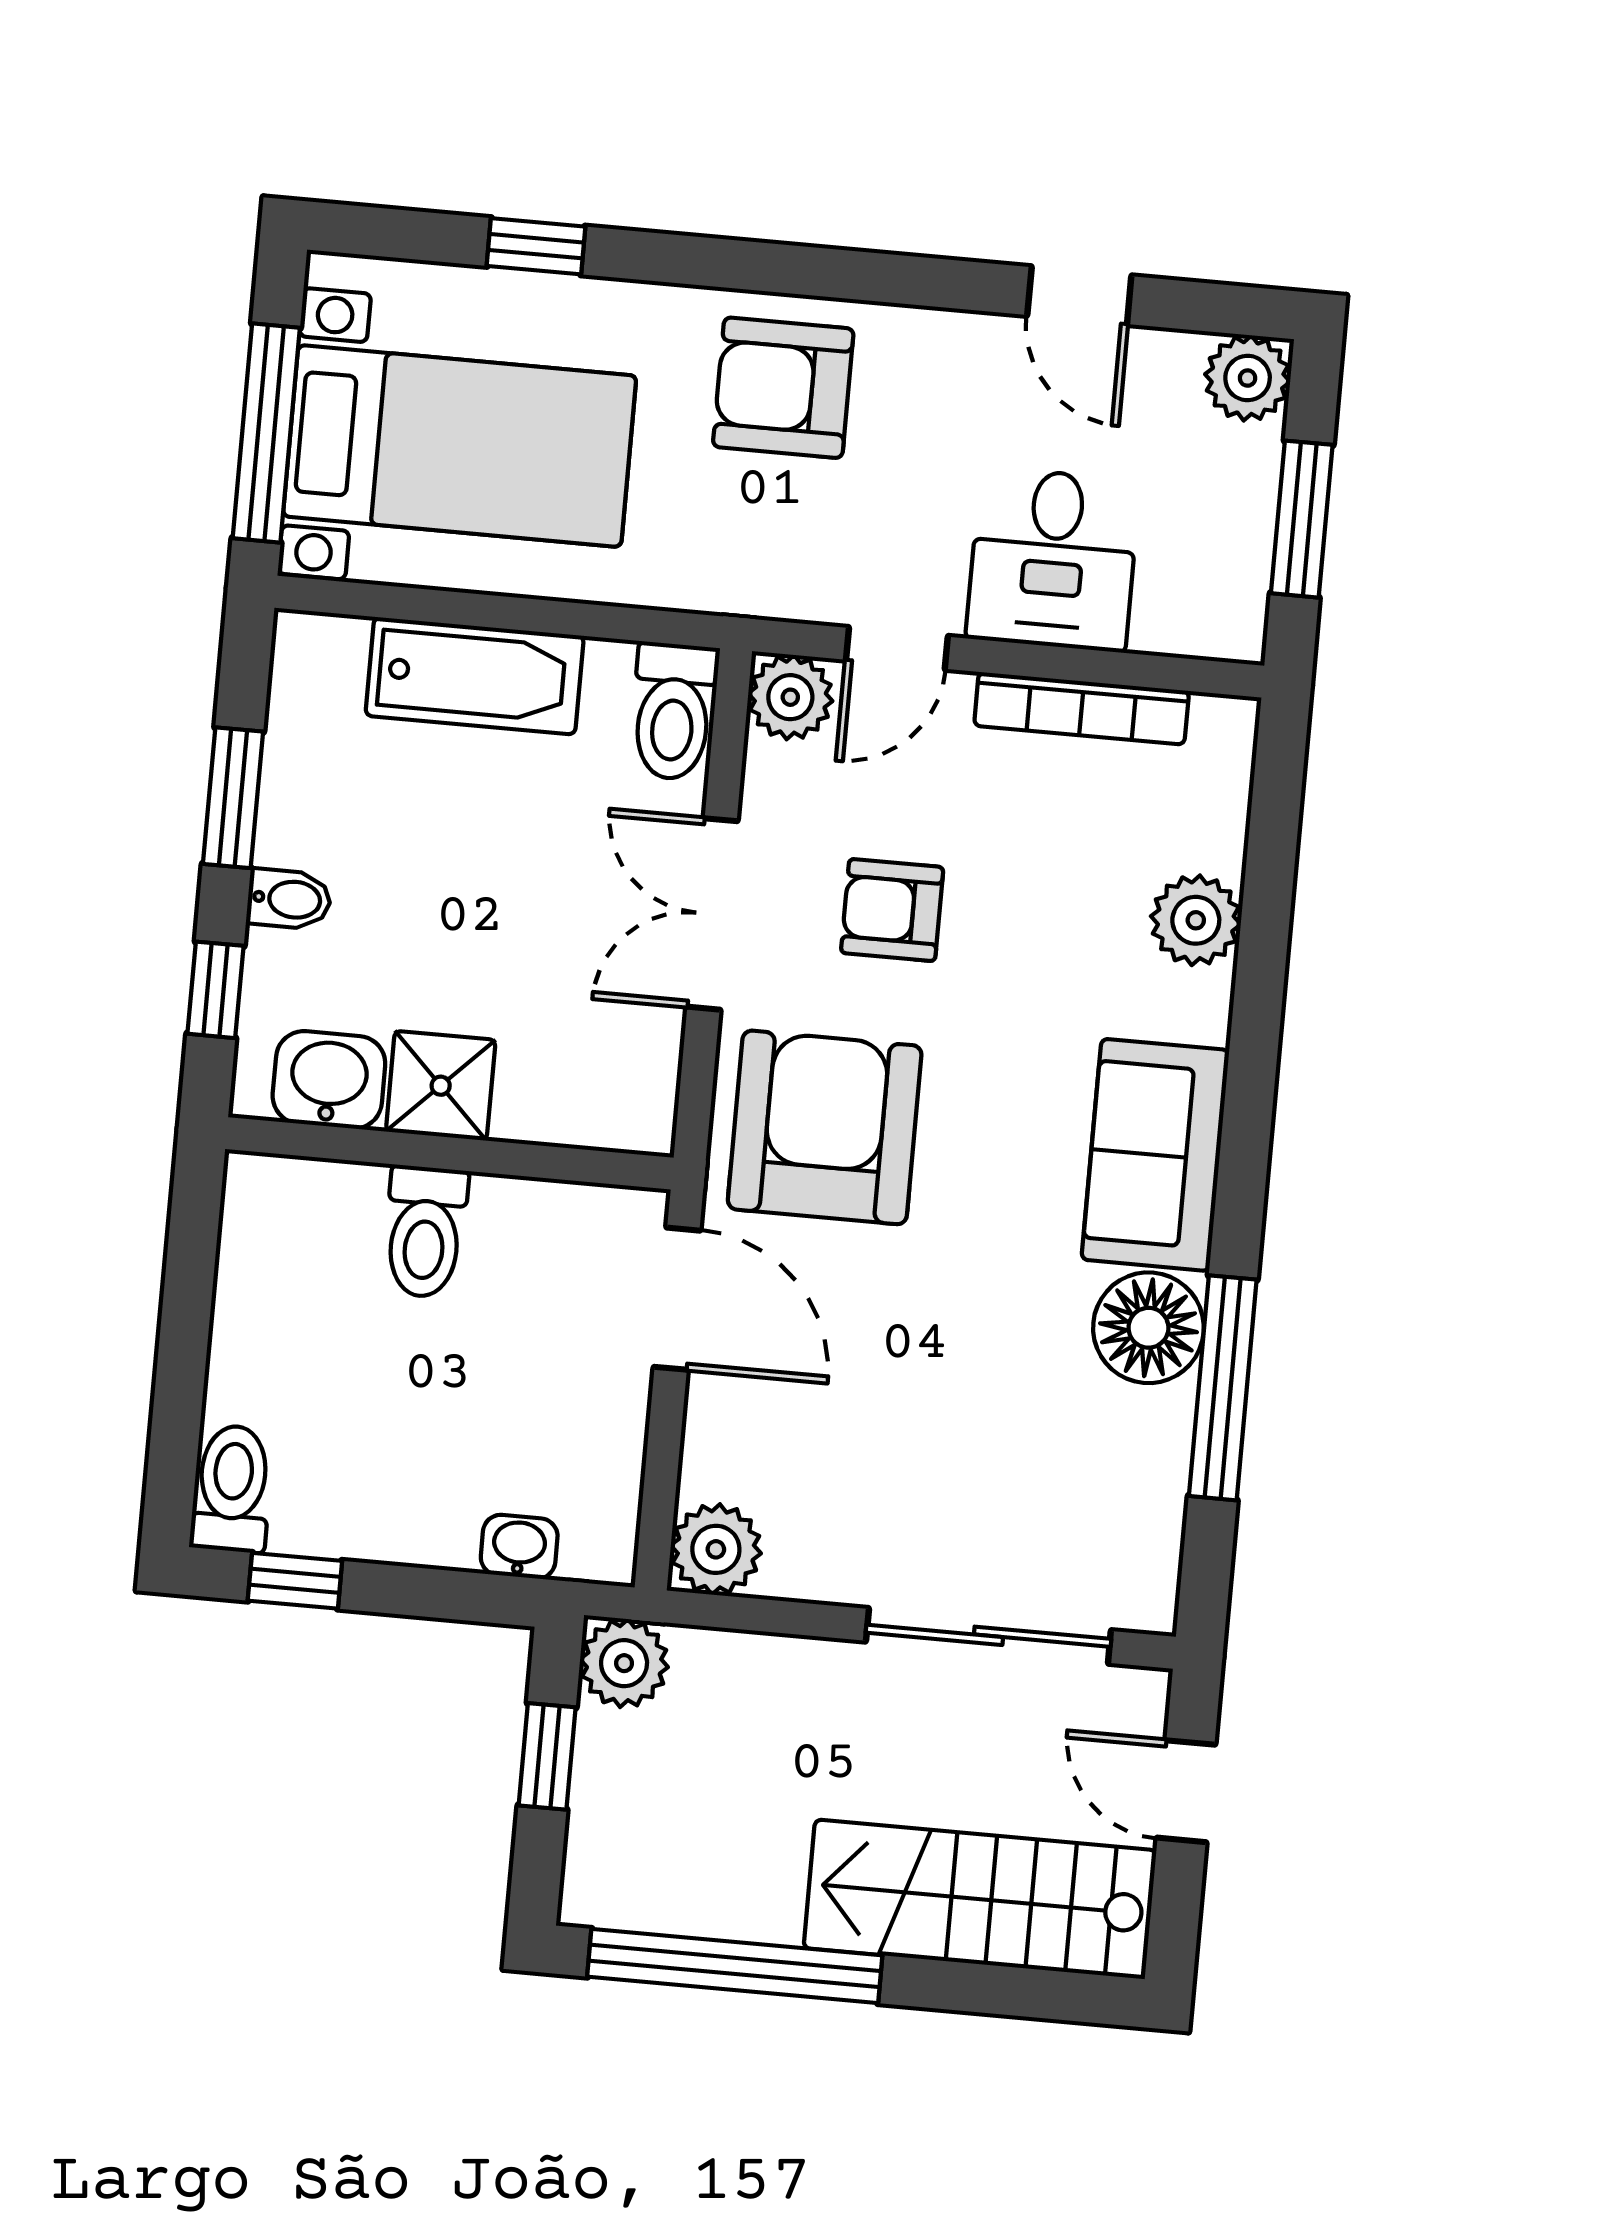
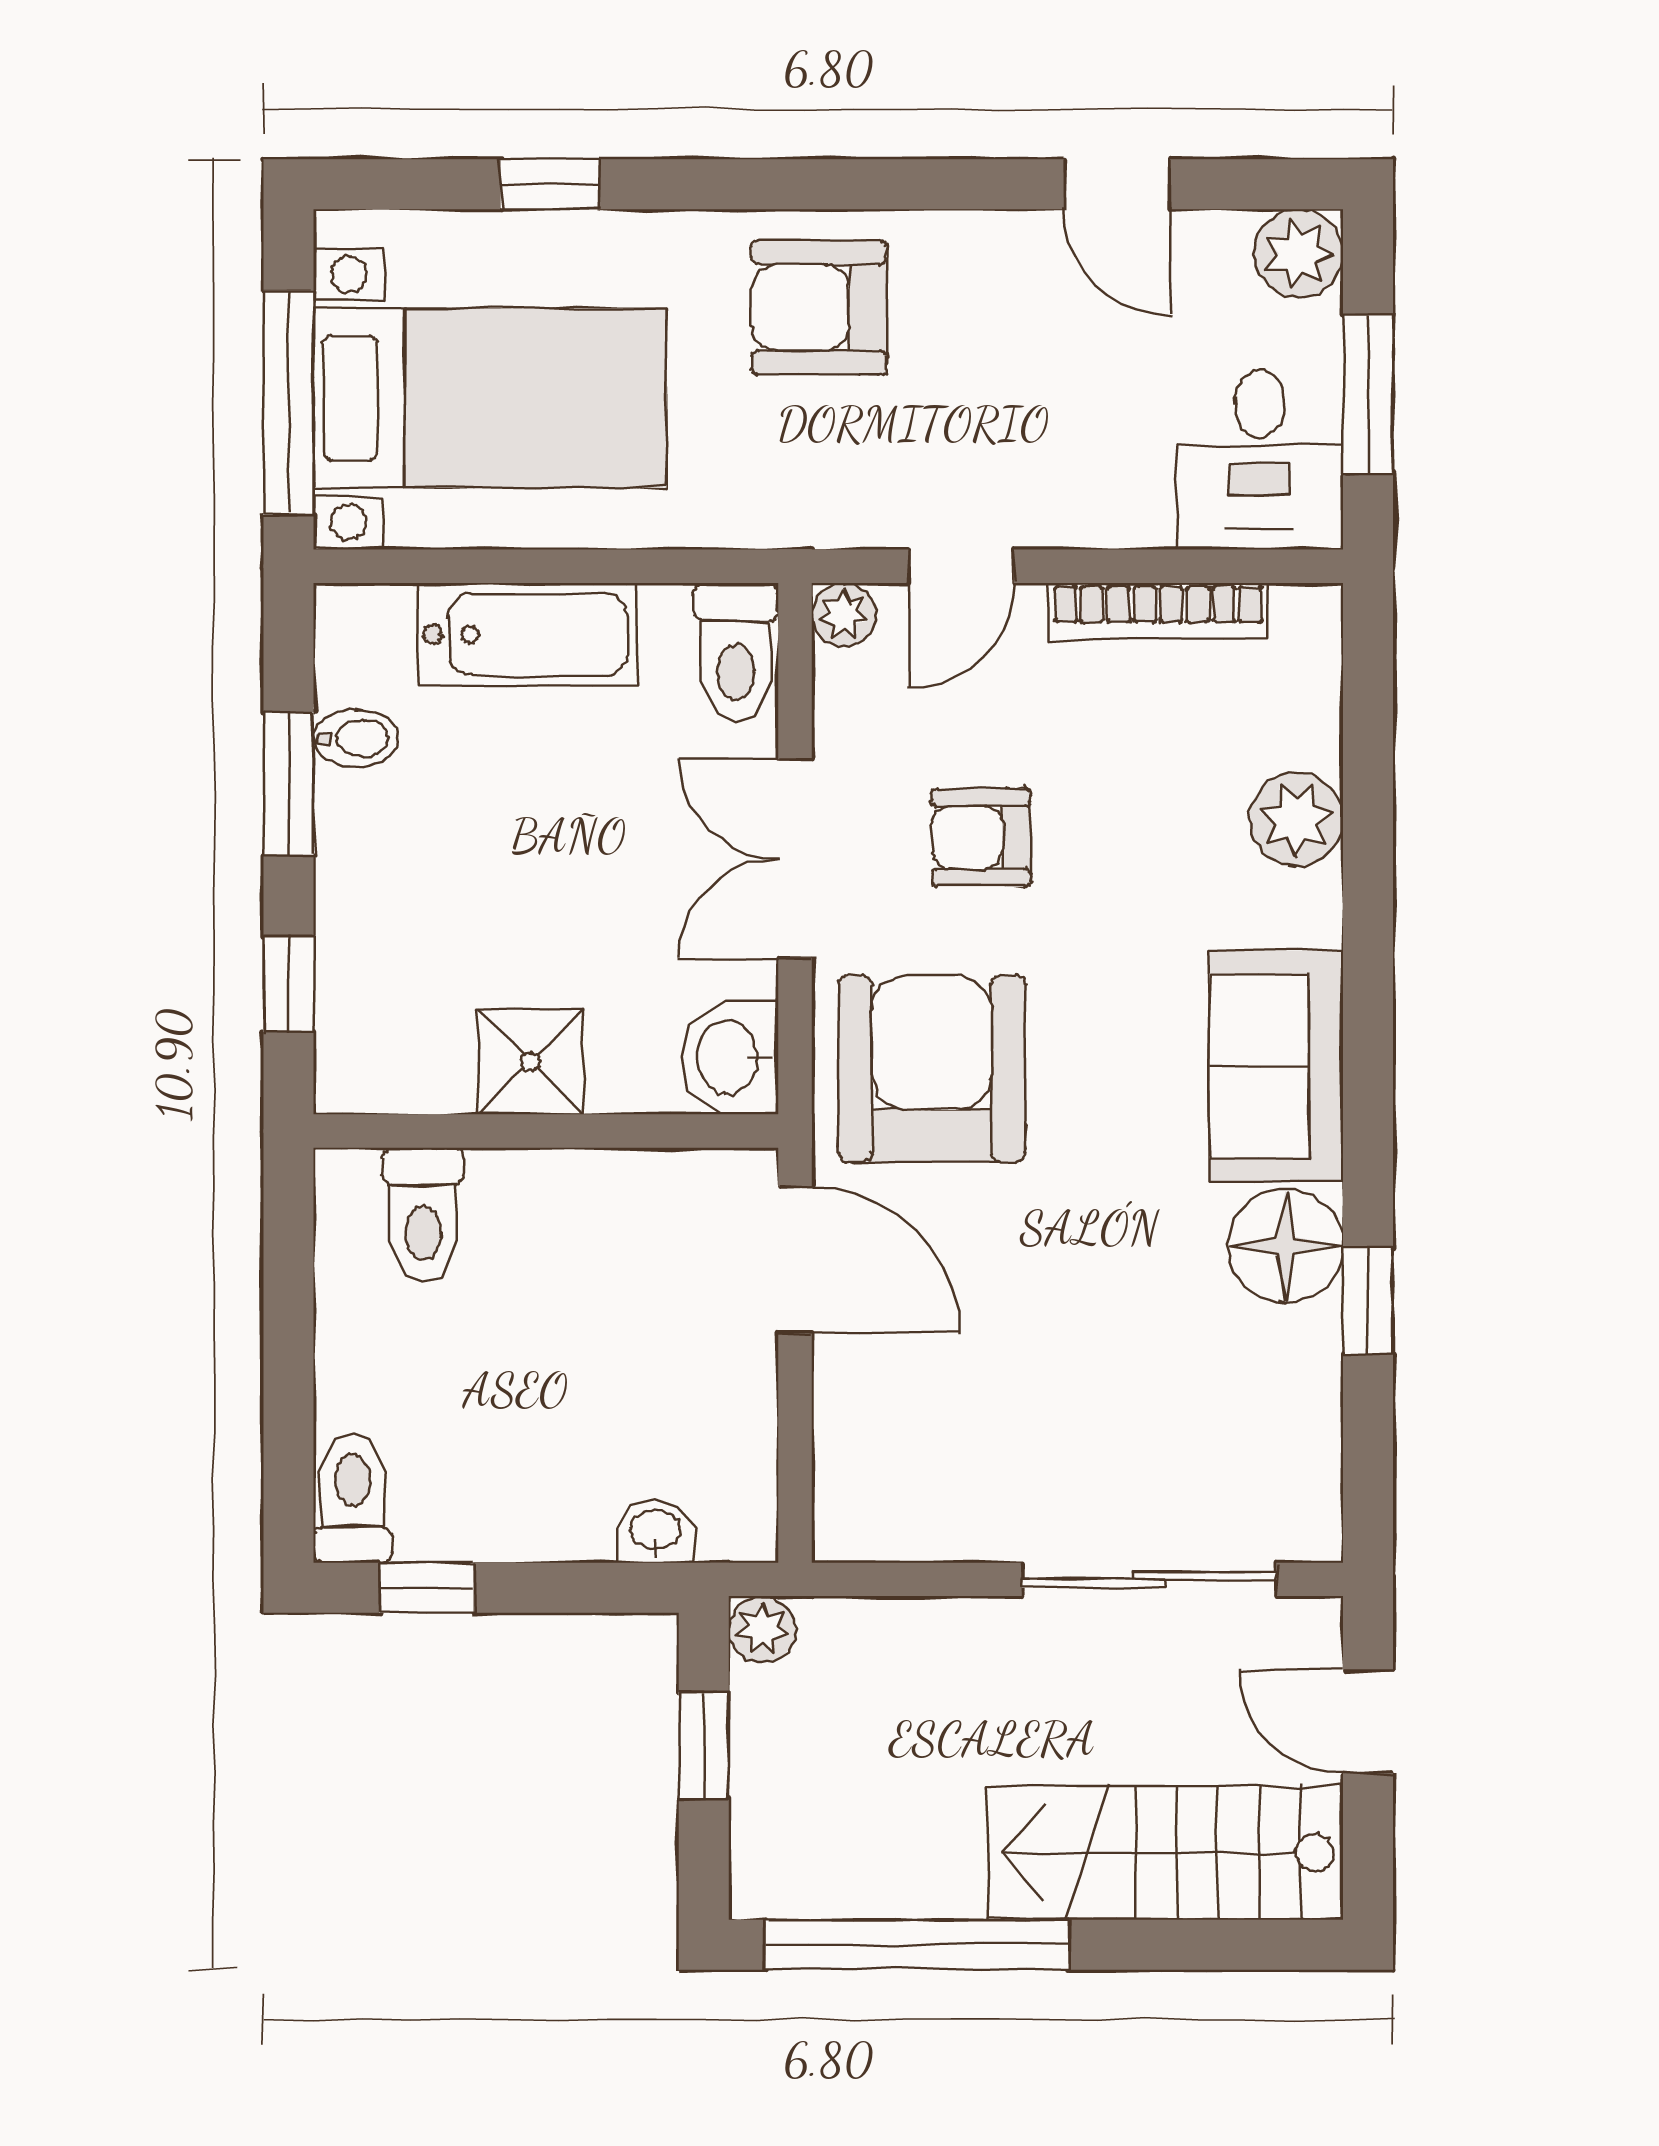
desk: (1053, 559) -> (1260, 460), moved
plant: (790, 697) -> (844, 615), width x0.73, depth x0.73
bidet: (289, 899) -> (356, 738), moved
washbasin: (329, 1080) -> (730, 1057), moved, turned -90
toilet: (425, 1232) -> (423, 1214), moved
window: (1223, 1388) -> (1368, 1301), width x0.46
plant: (716, 1549) -> (859, 1516), removed
plant: (624, 1663) -> (762, 1629), width x0.73, depth x0.73

